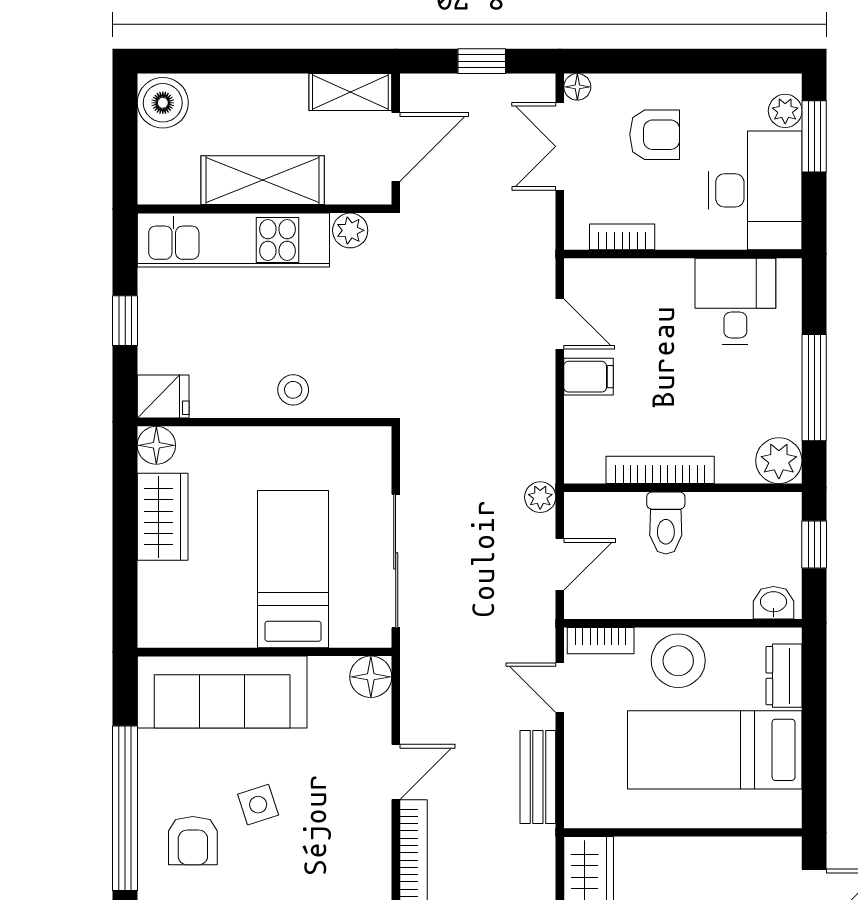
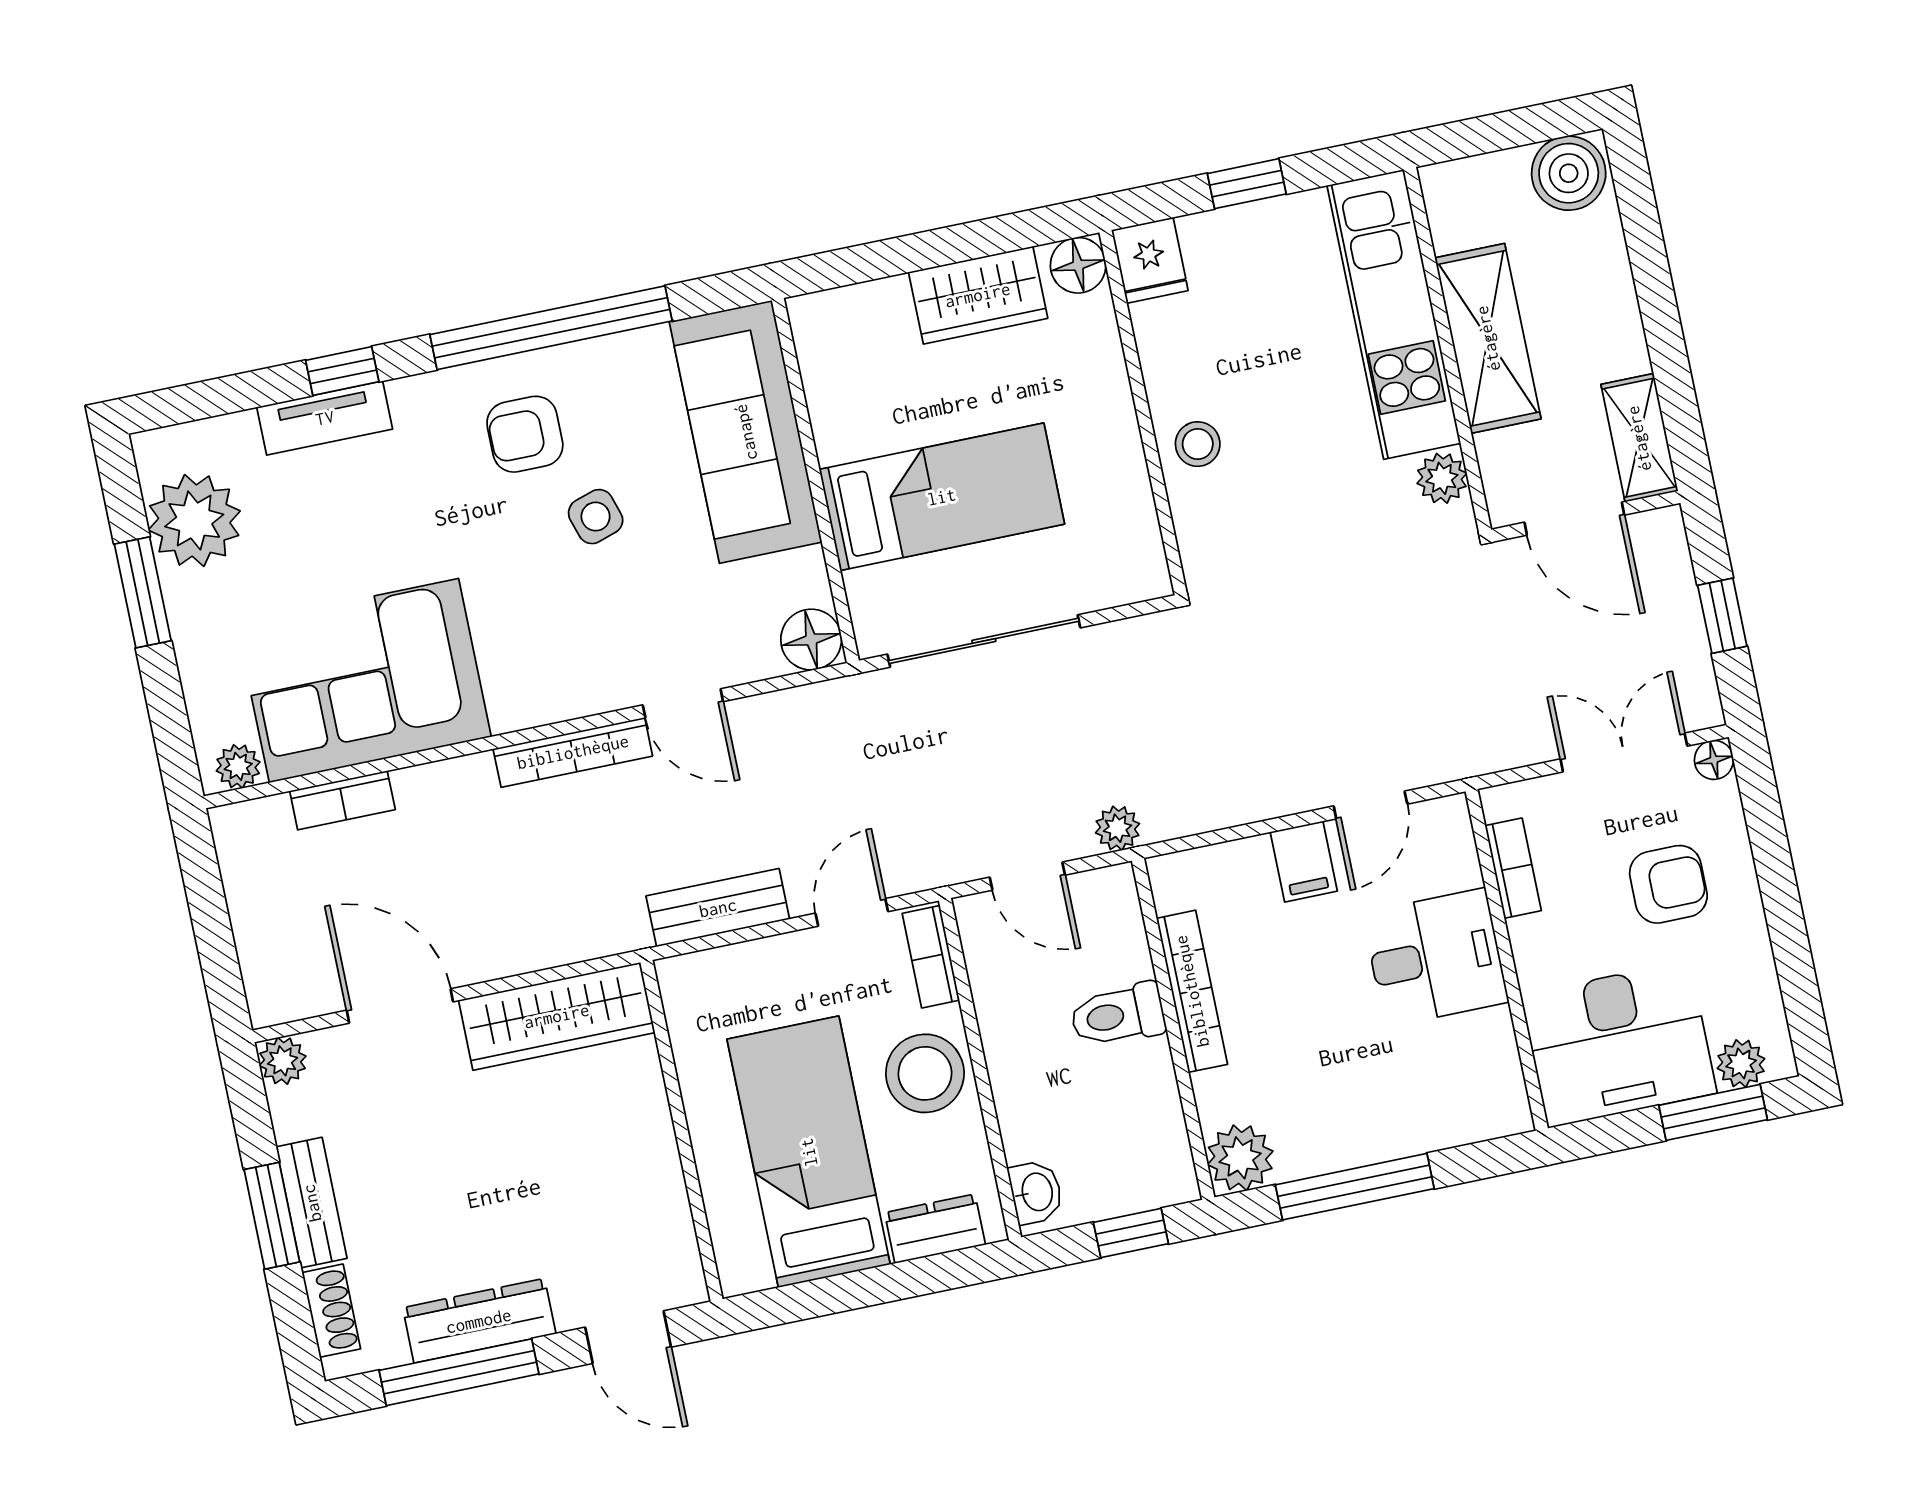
armchair: (655, 135) -> (1668, 884), turned -90
desk: (735, 302) -> (1435, 958), moved

